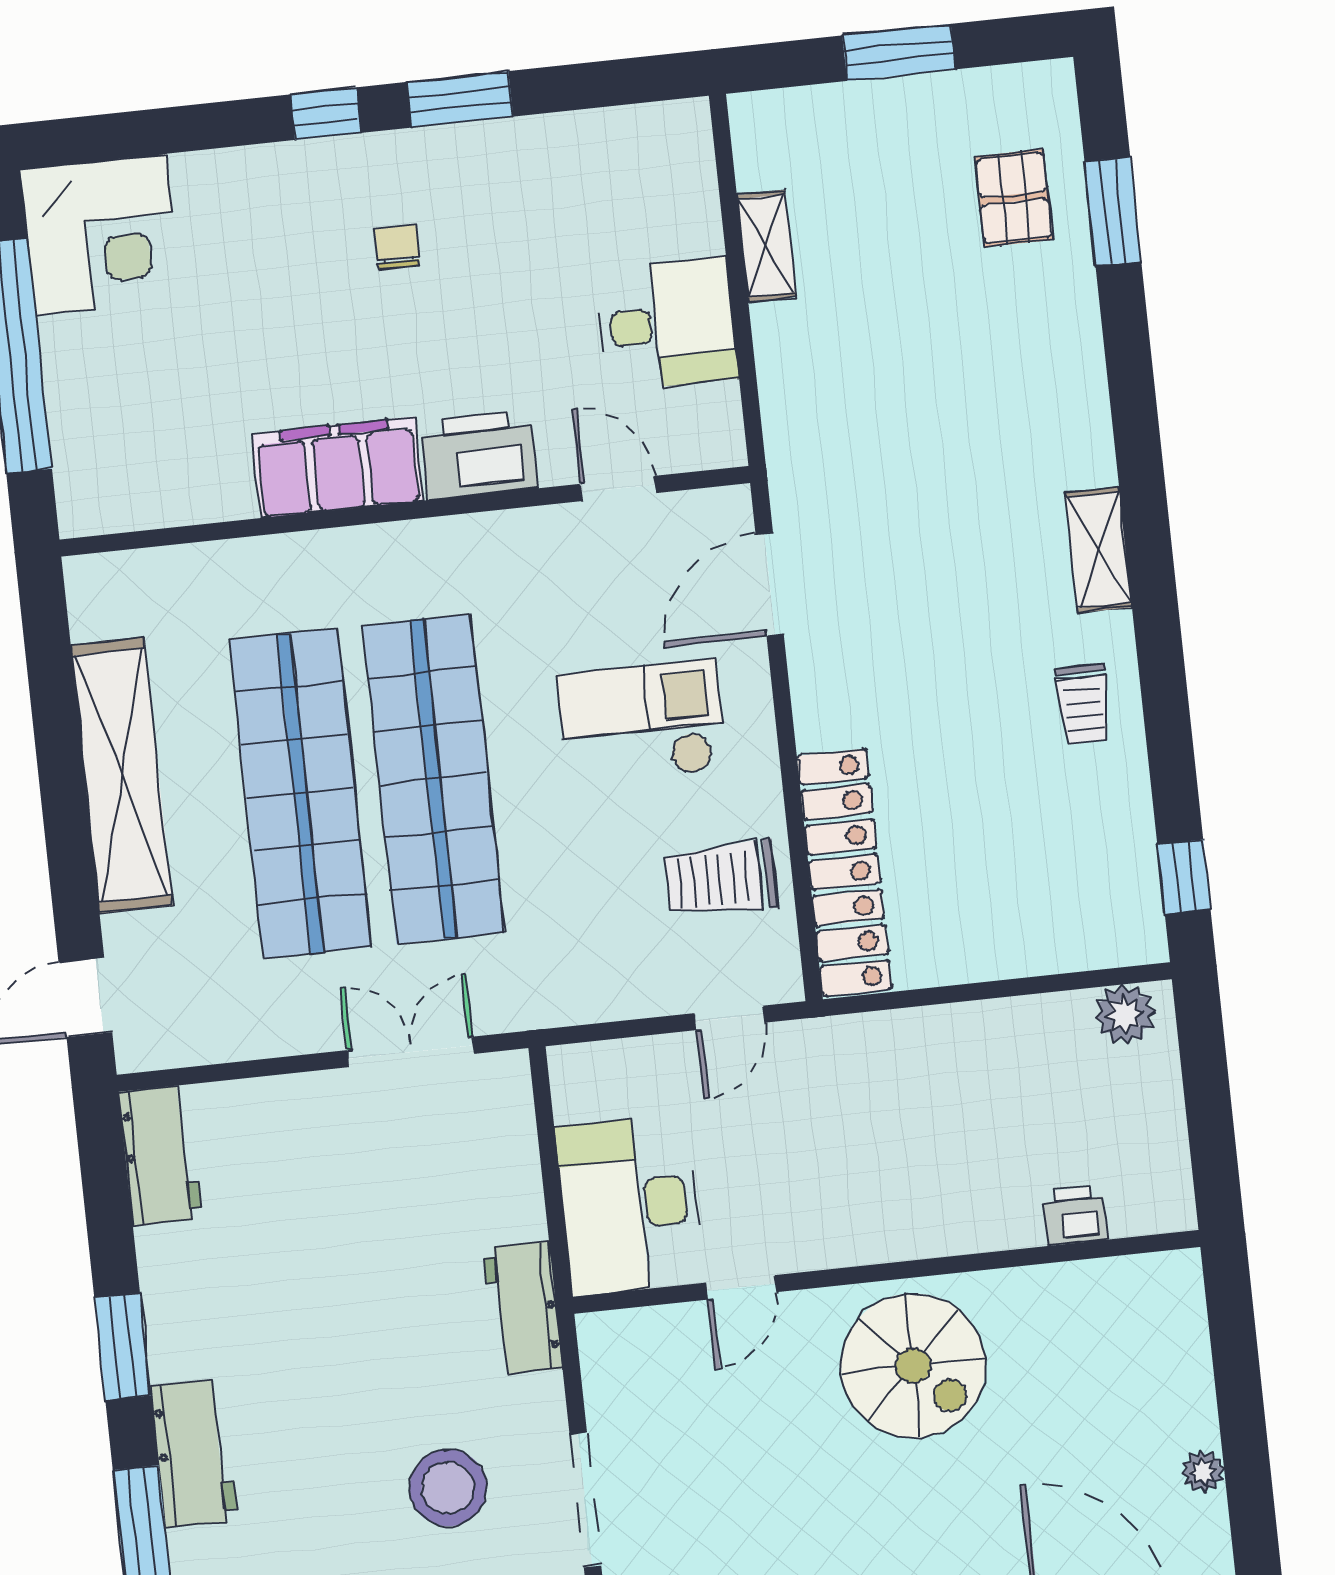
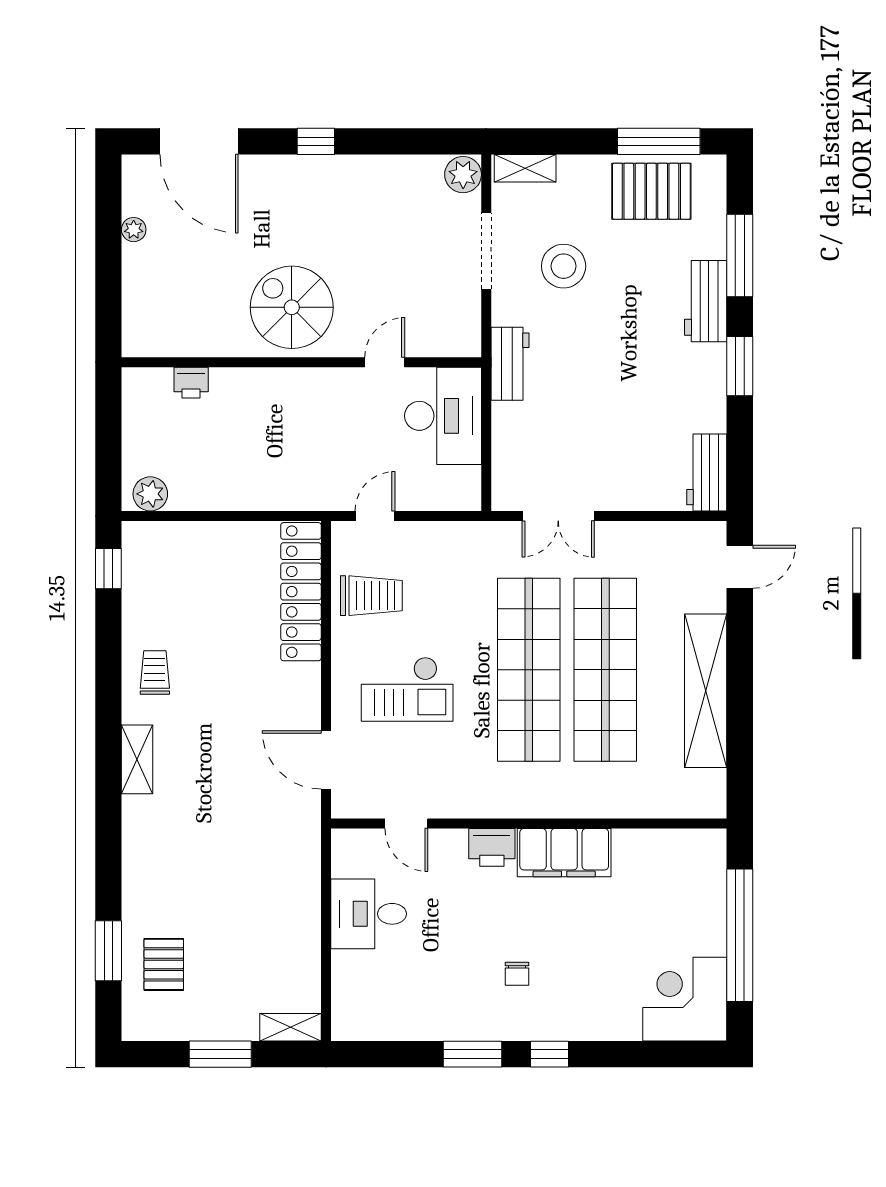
shelving: (766, 246) -> (290, 1027), moved, turned 90
printer: (479, 455) -> (492, 847), width x0.73, depth x0.84
door: (770, 584) -> (326, 760), swing flipped

